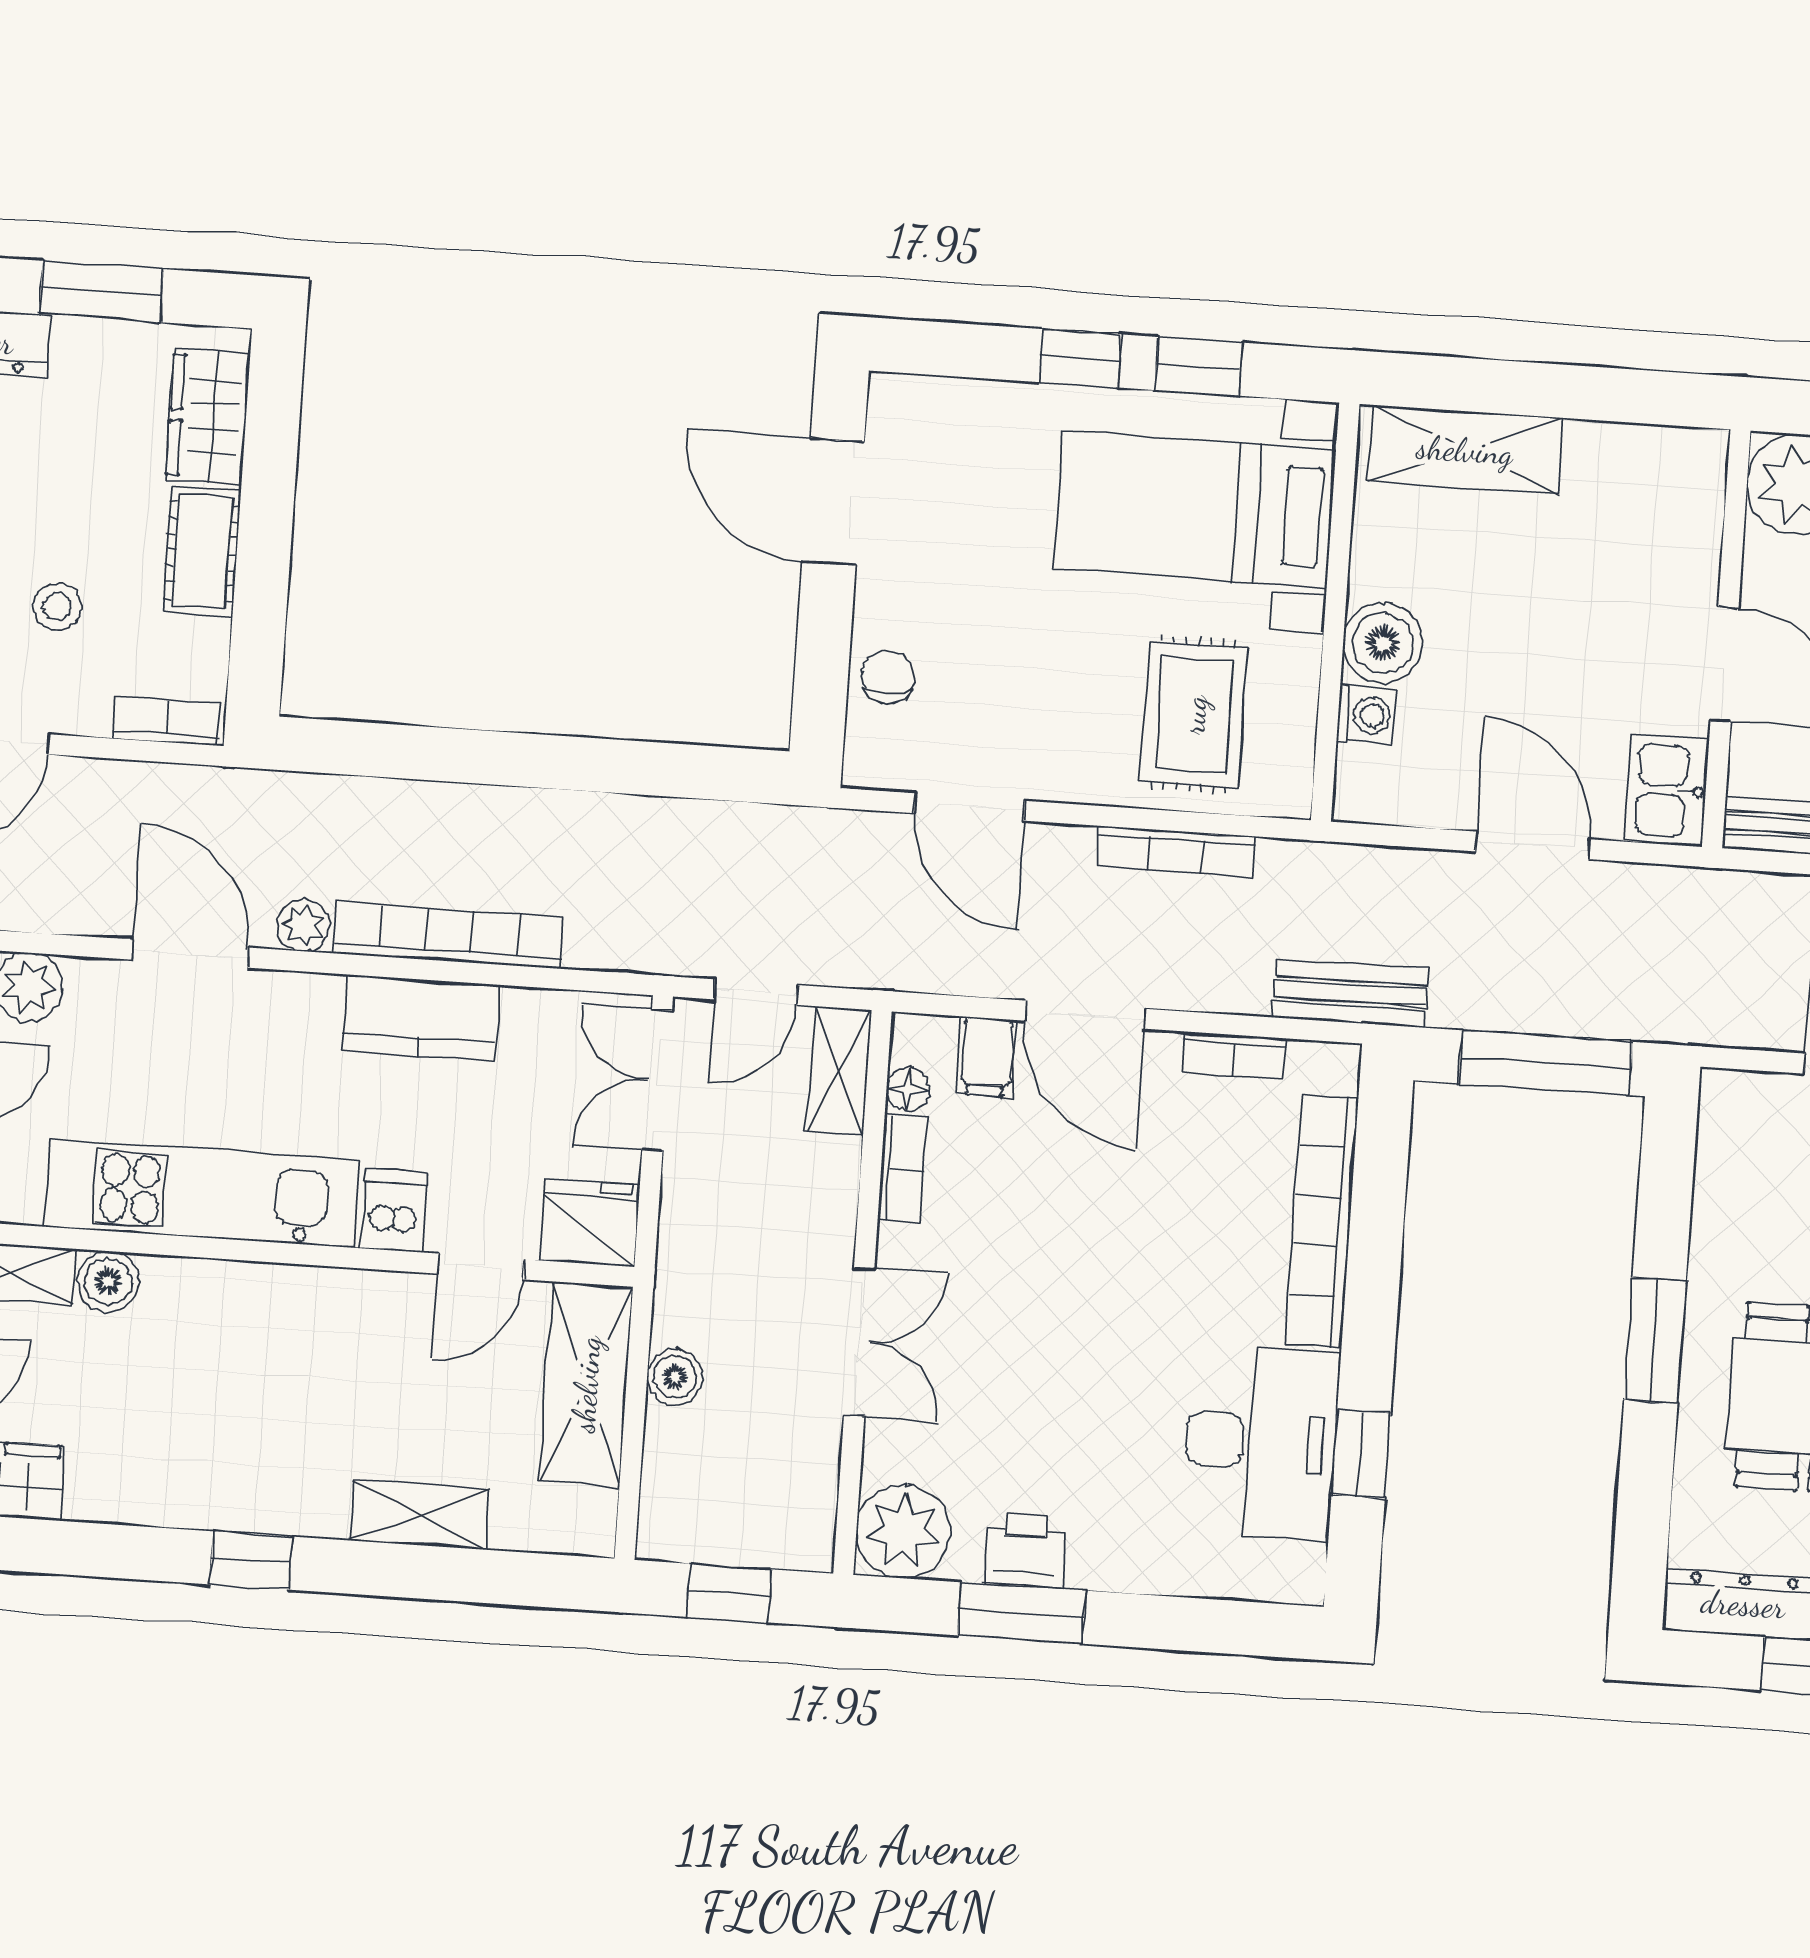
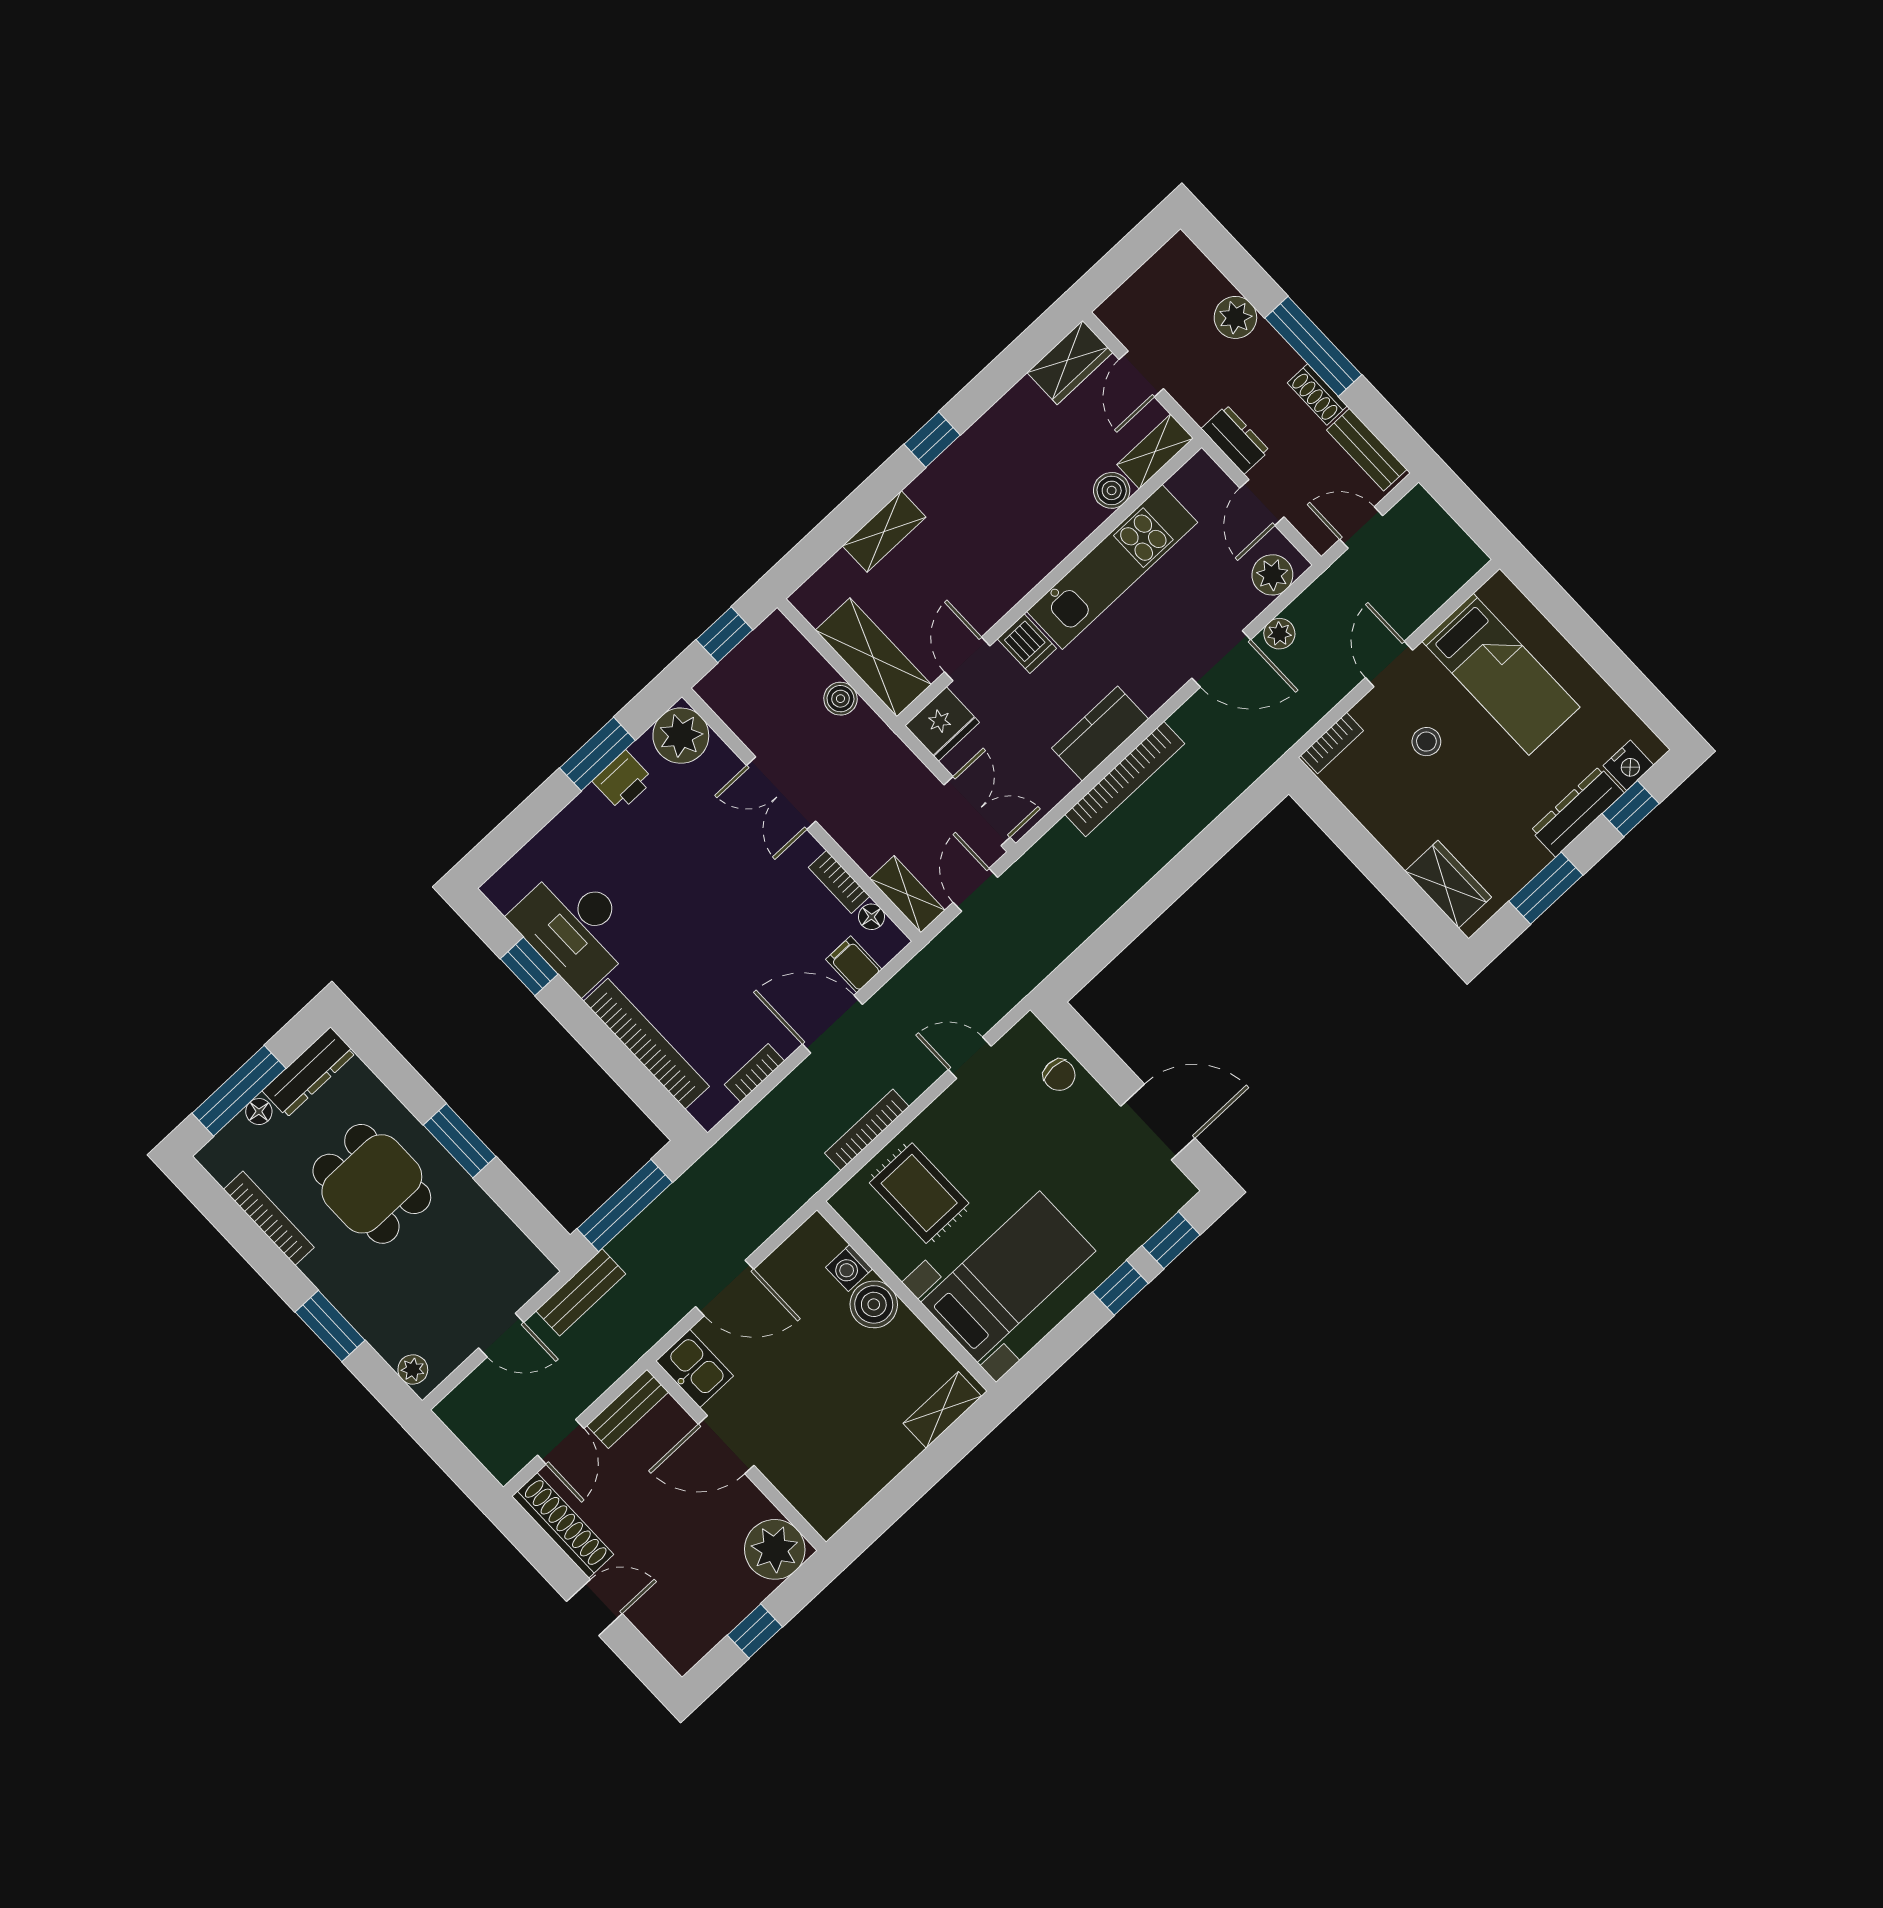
window: (1198, 366) -> (1171, 1240), moved
shelving: (1465, 450) -> (942, 1410), width x0.67, depth x0.75
cot: (202, 552) -> (1392, 827), removed
door: (969, 807) -> (970, 1058), width x0.73
plant: (303, 925) -> (1279, 634), moved
bench: (1350, 993) -> (581, 1292), moved

